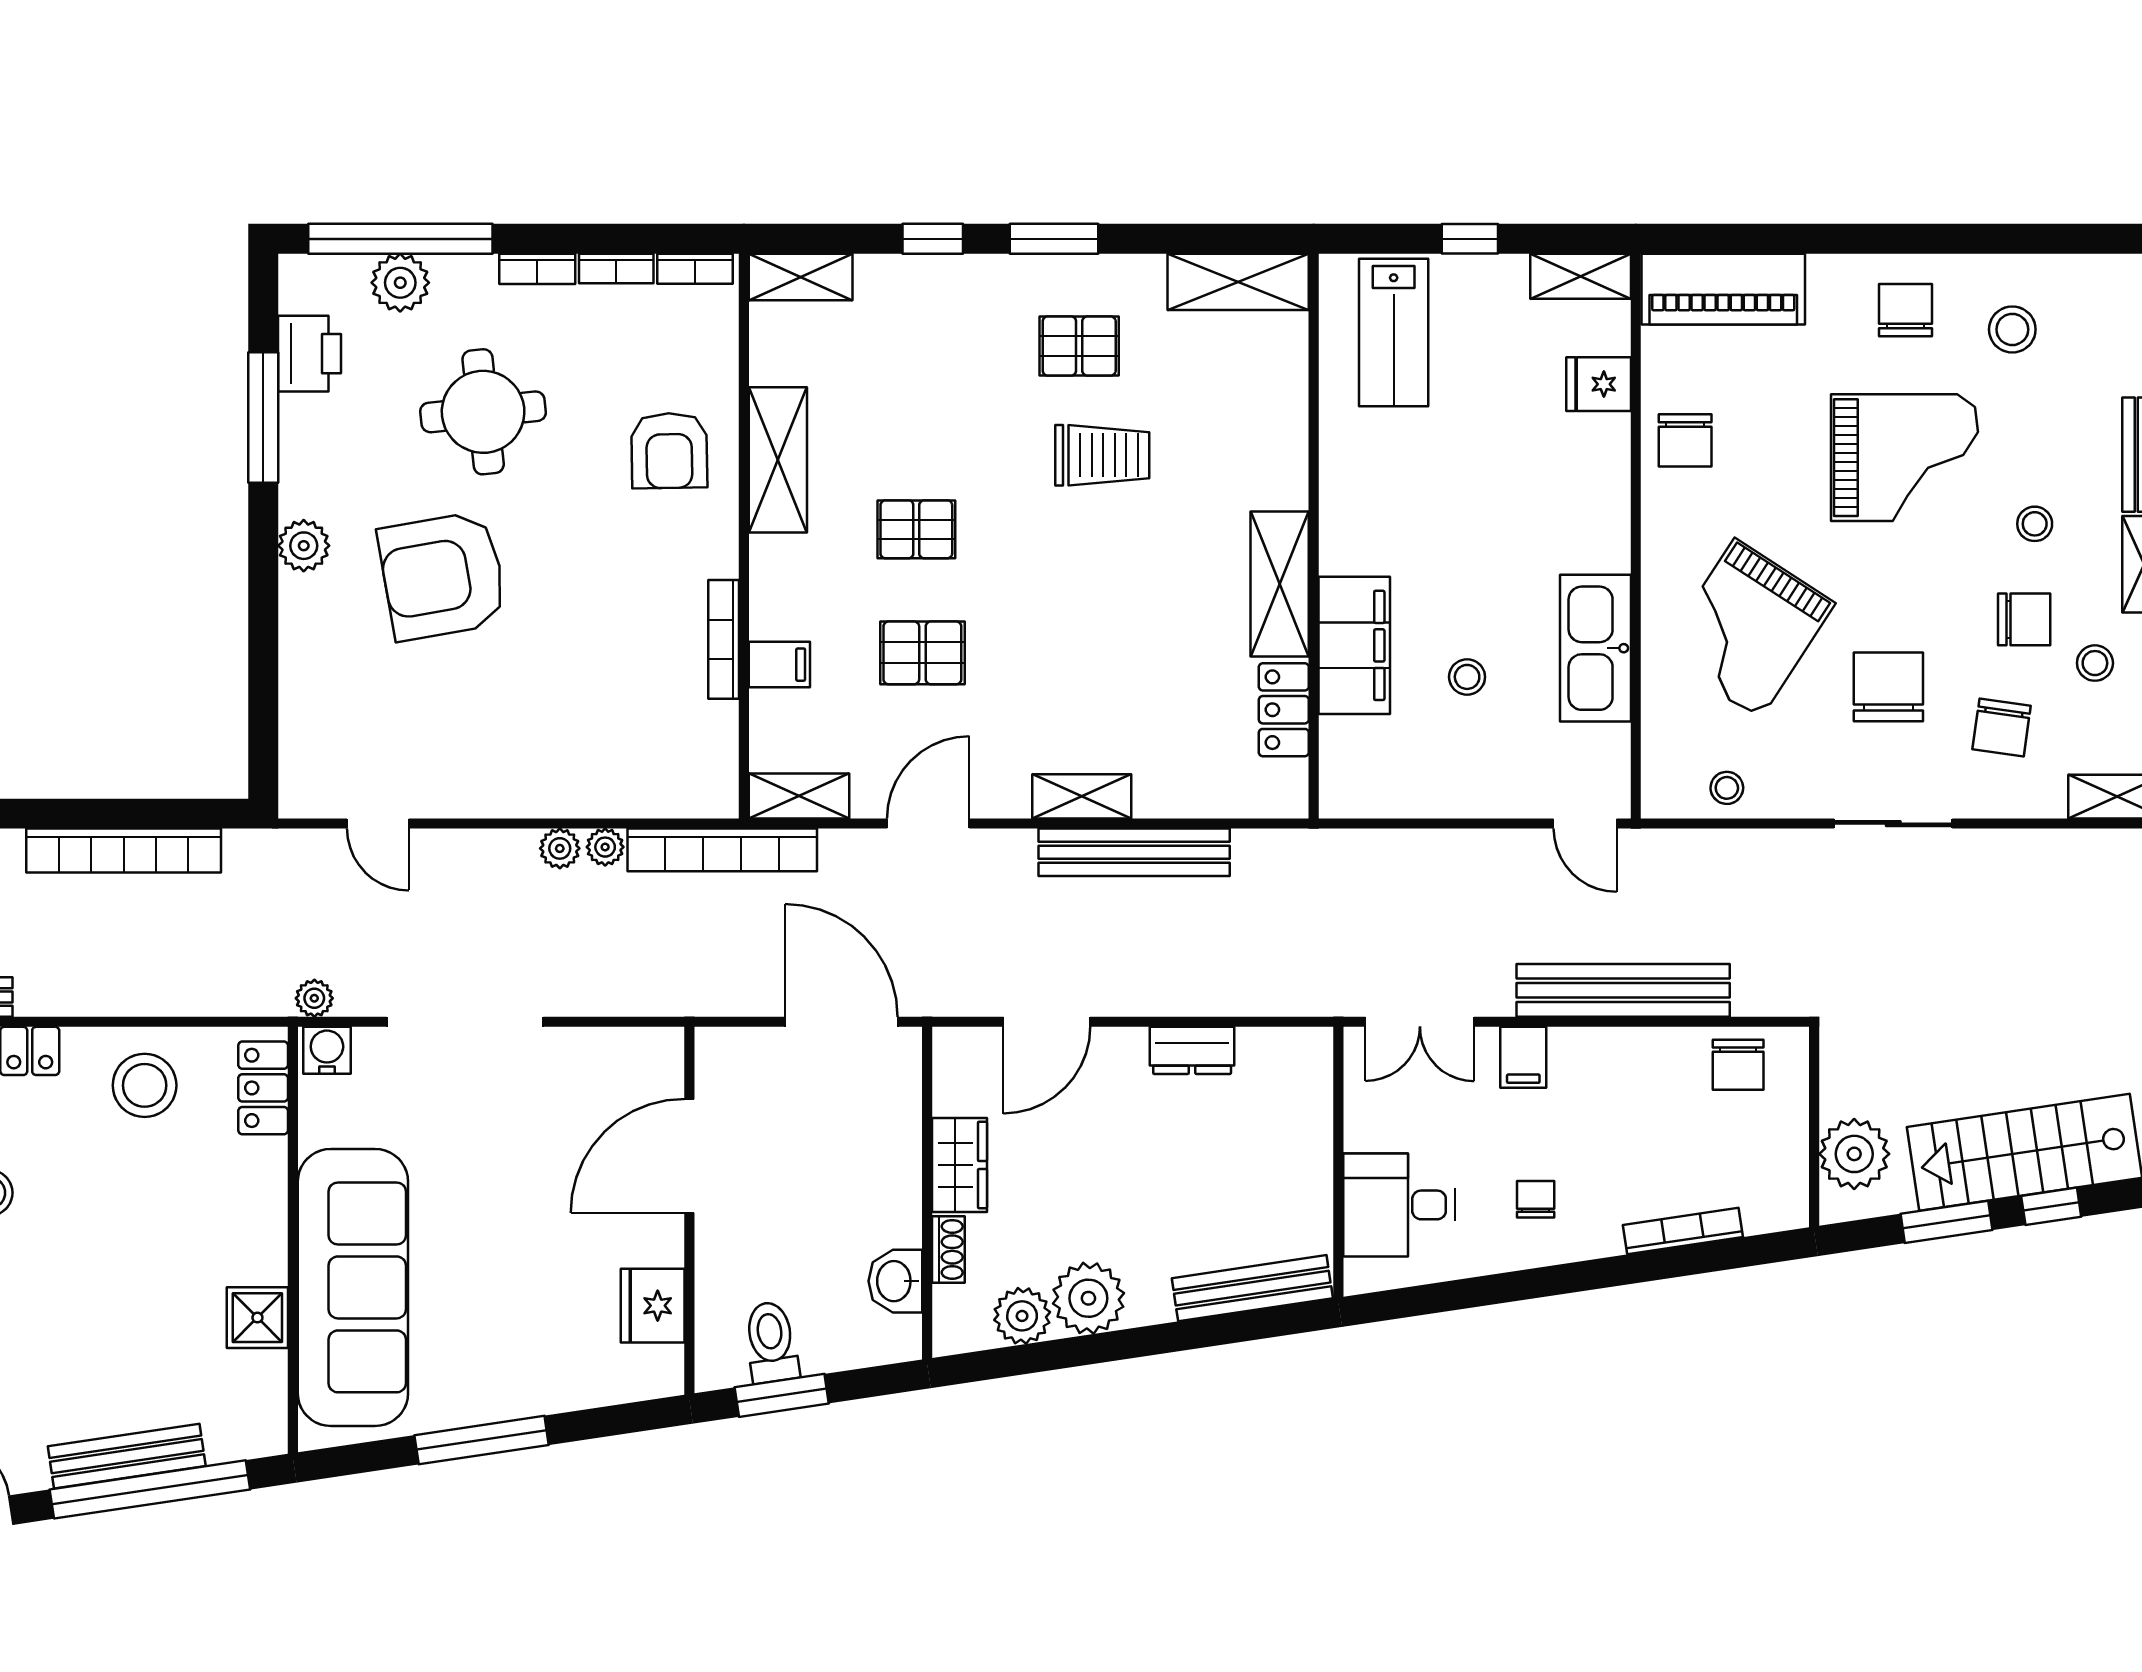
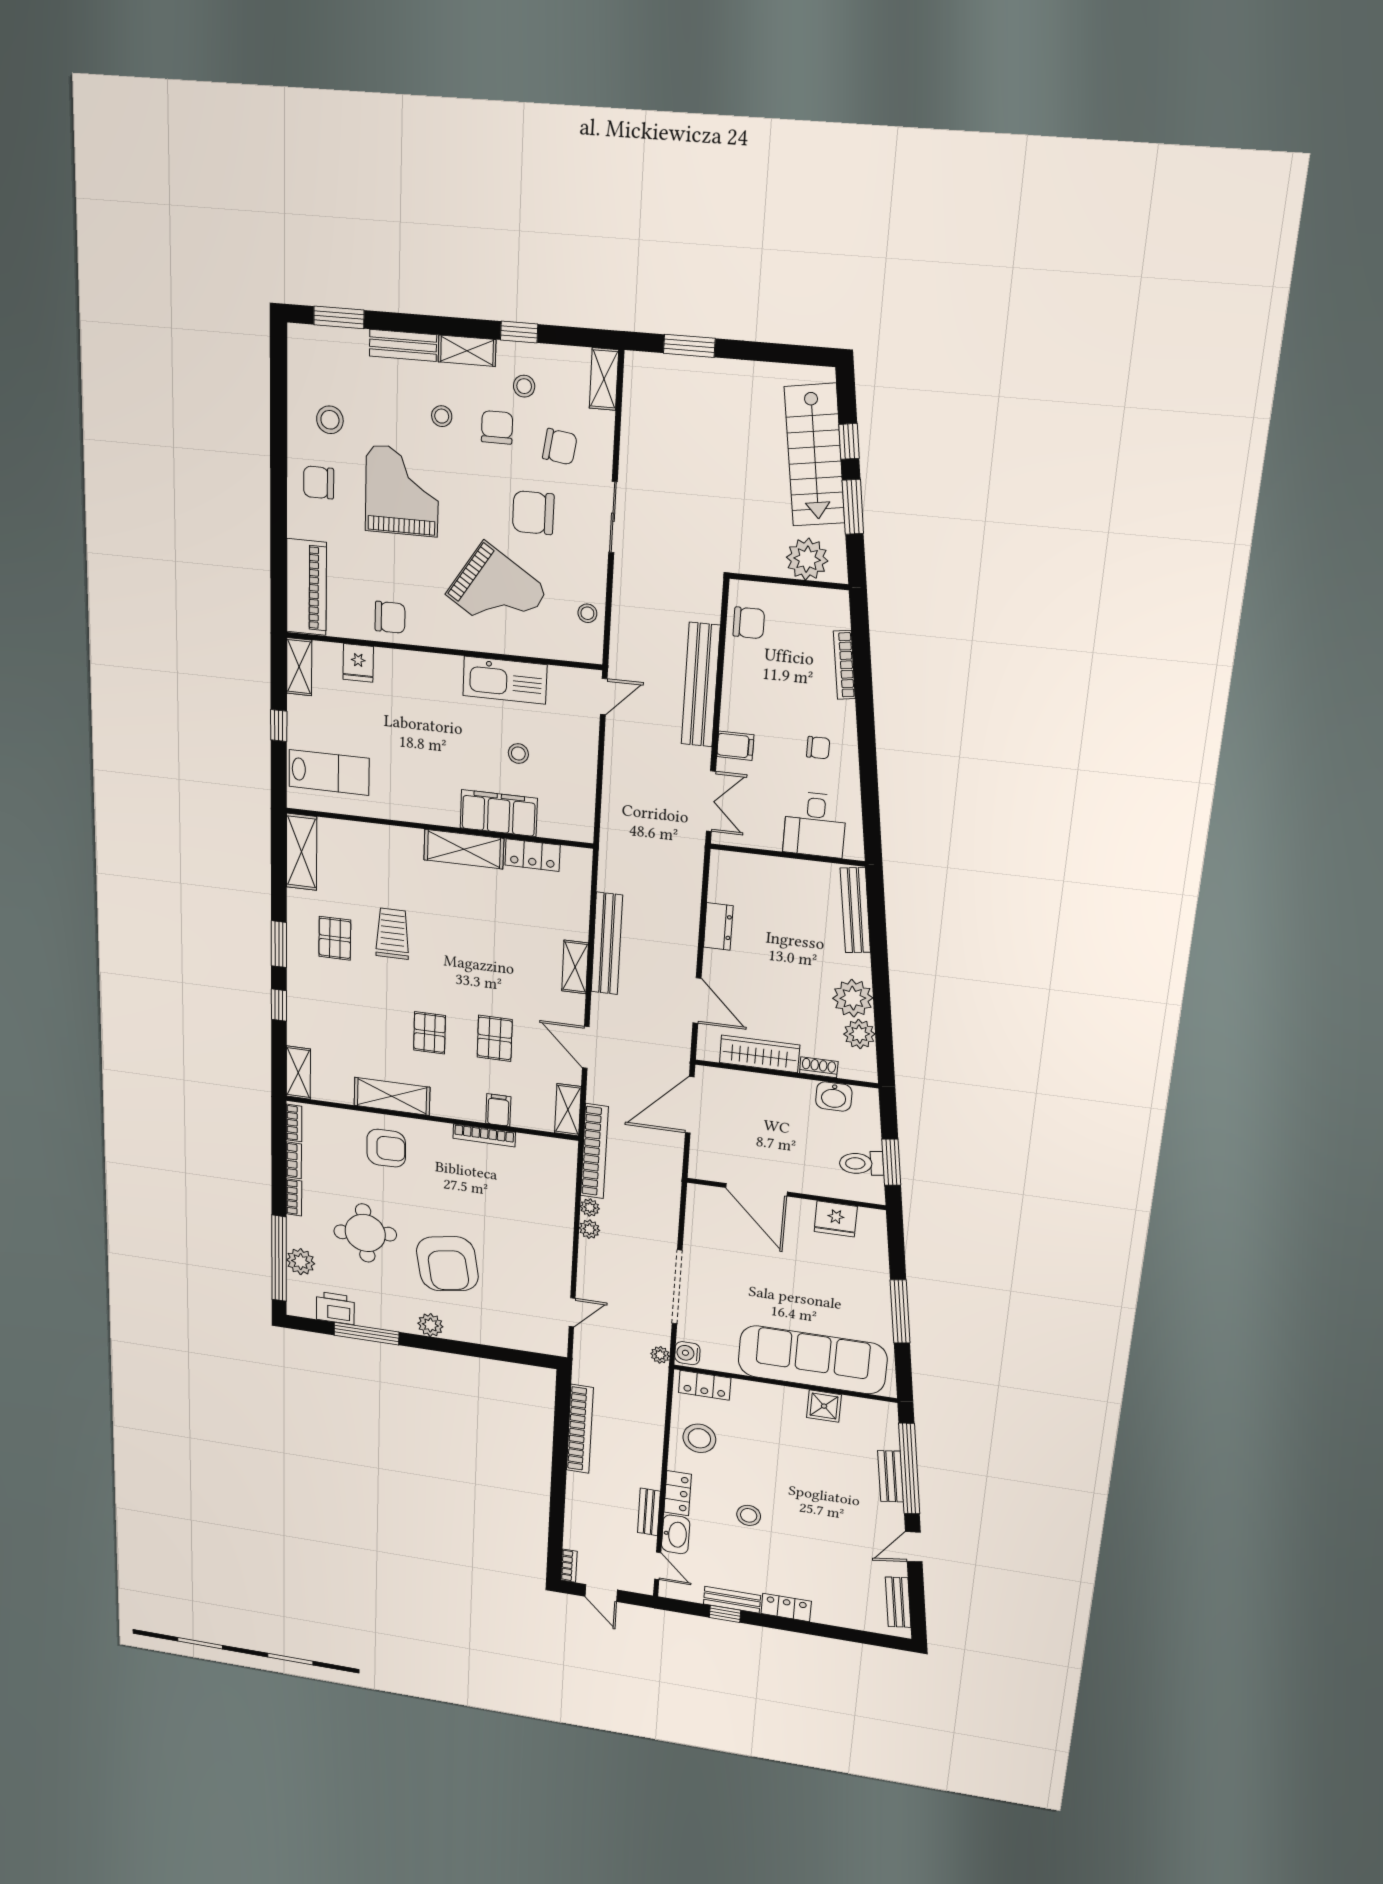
wardrobe: (959, 1165) -> (759, 1054), width x1.50
chair: (1536, 1199) -> (818, 748), turned 180
bench: (127, 1456) -> (891, 1476), width x0.73

